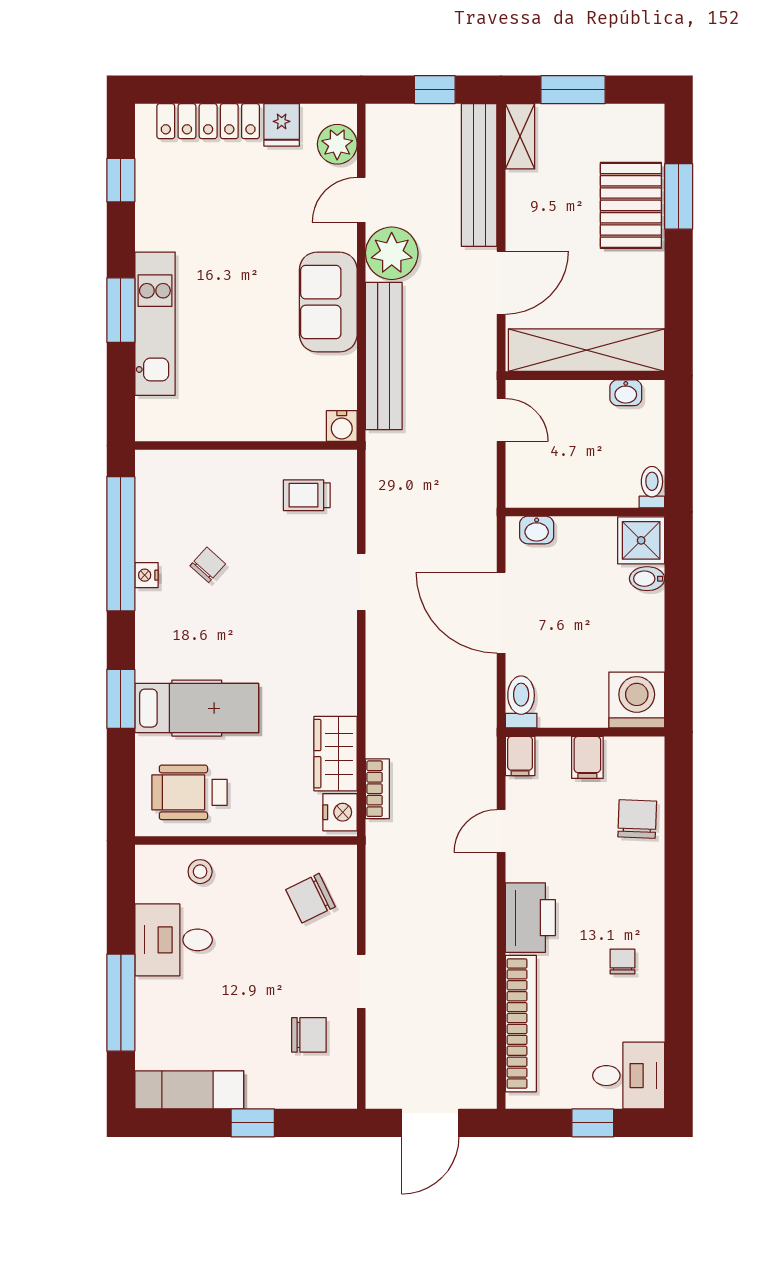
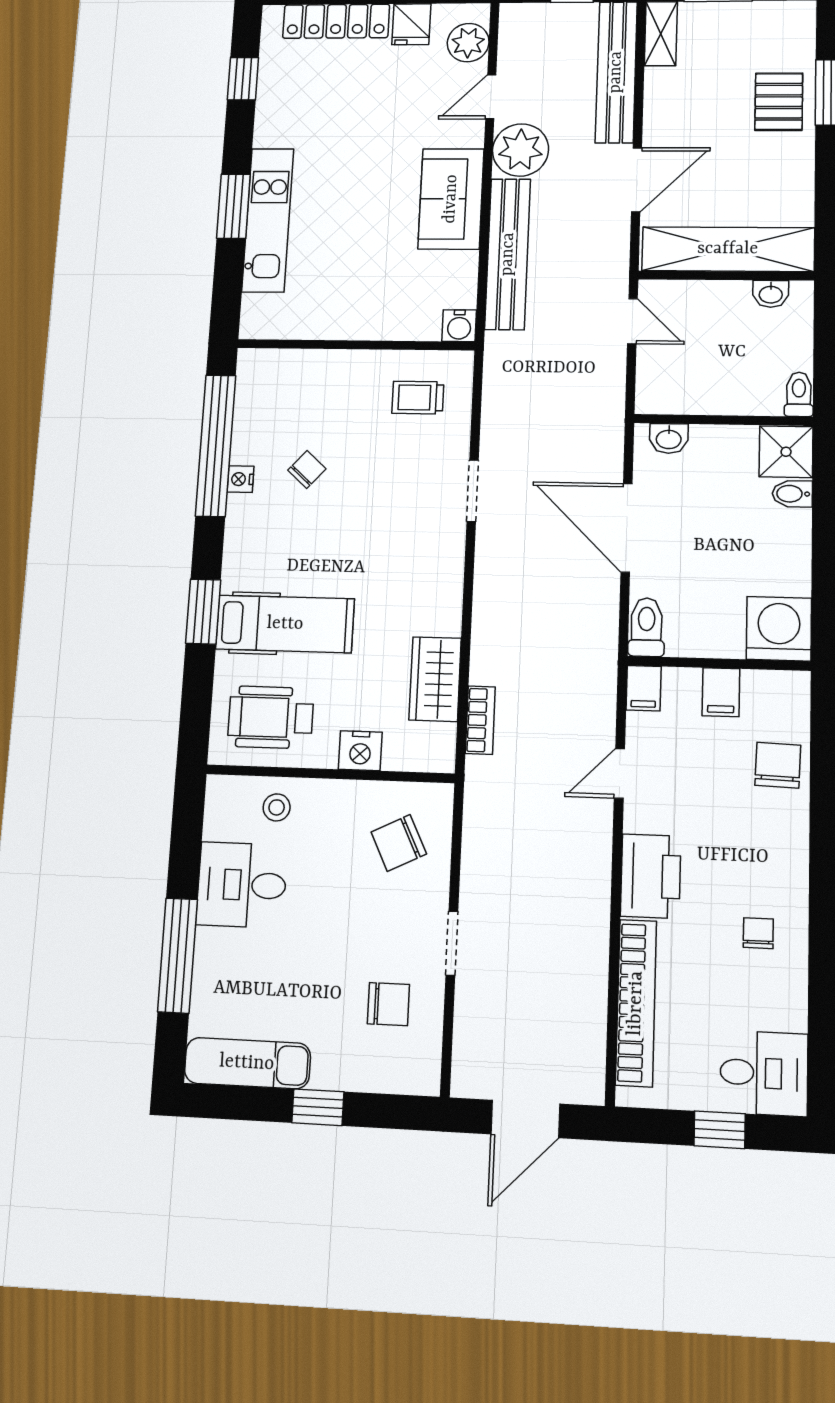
pallet: (631, 205) -> (779, 102), width x0.67, depth x0.71
nightstand: (340, 812) -> (360, 751), moved, turned 90

